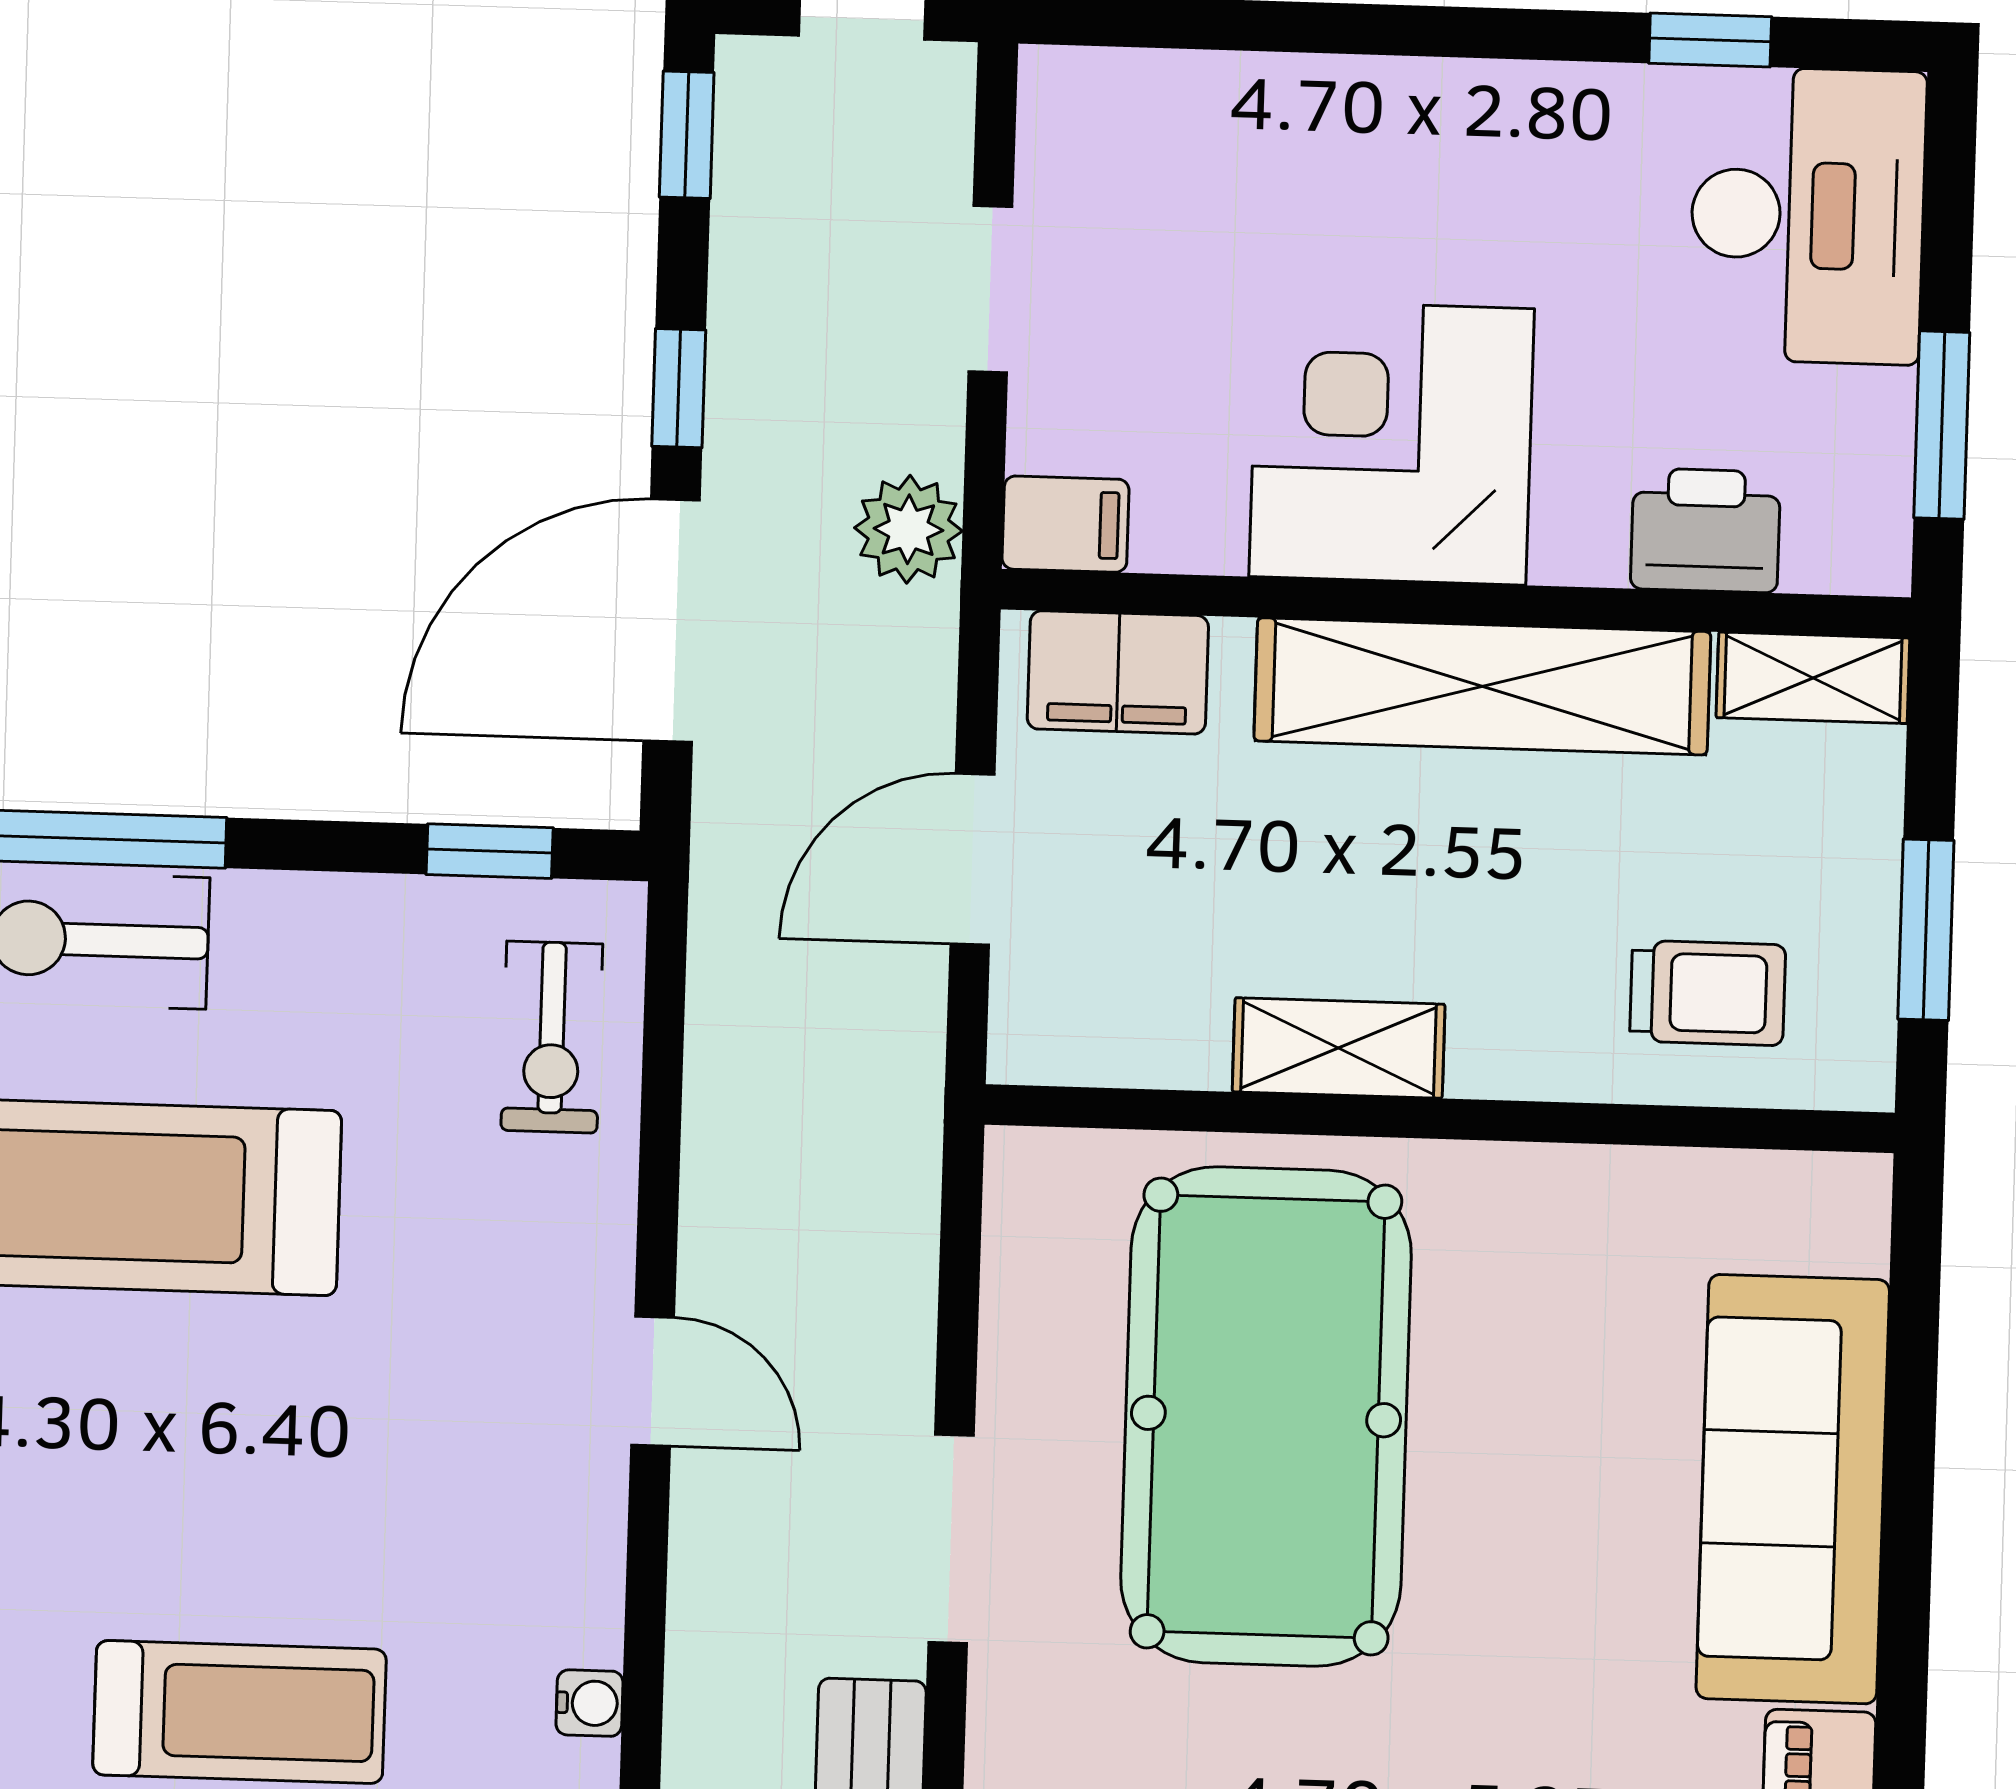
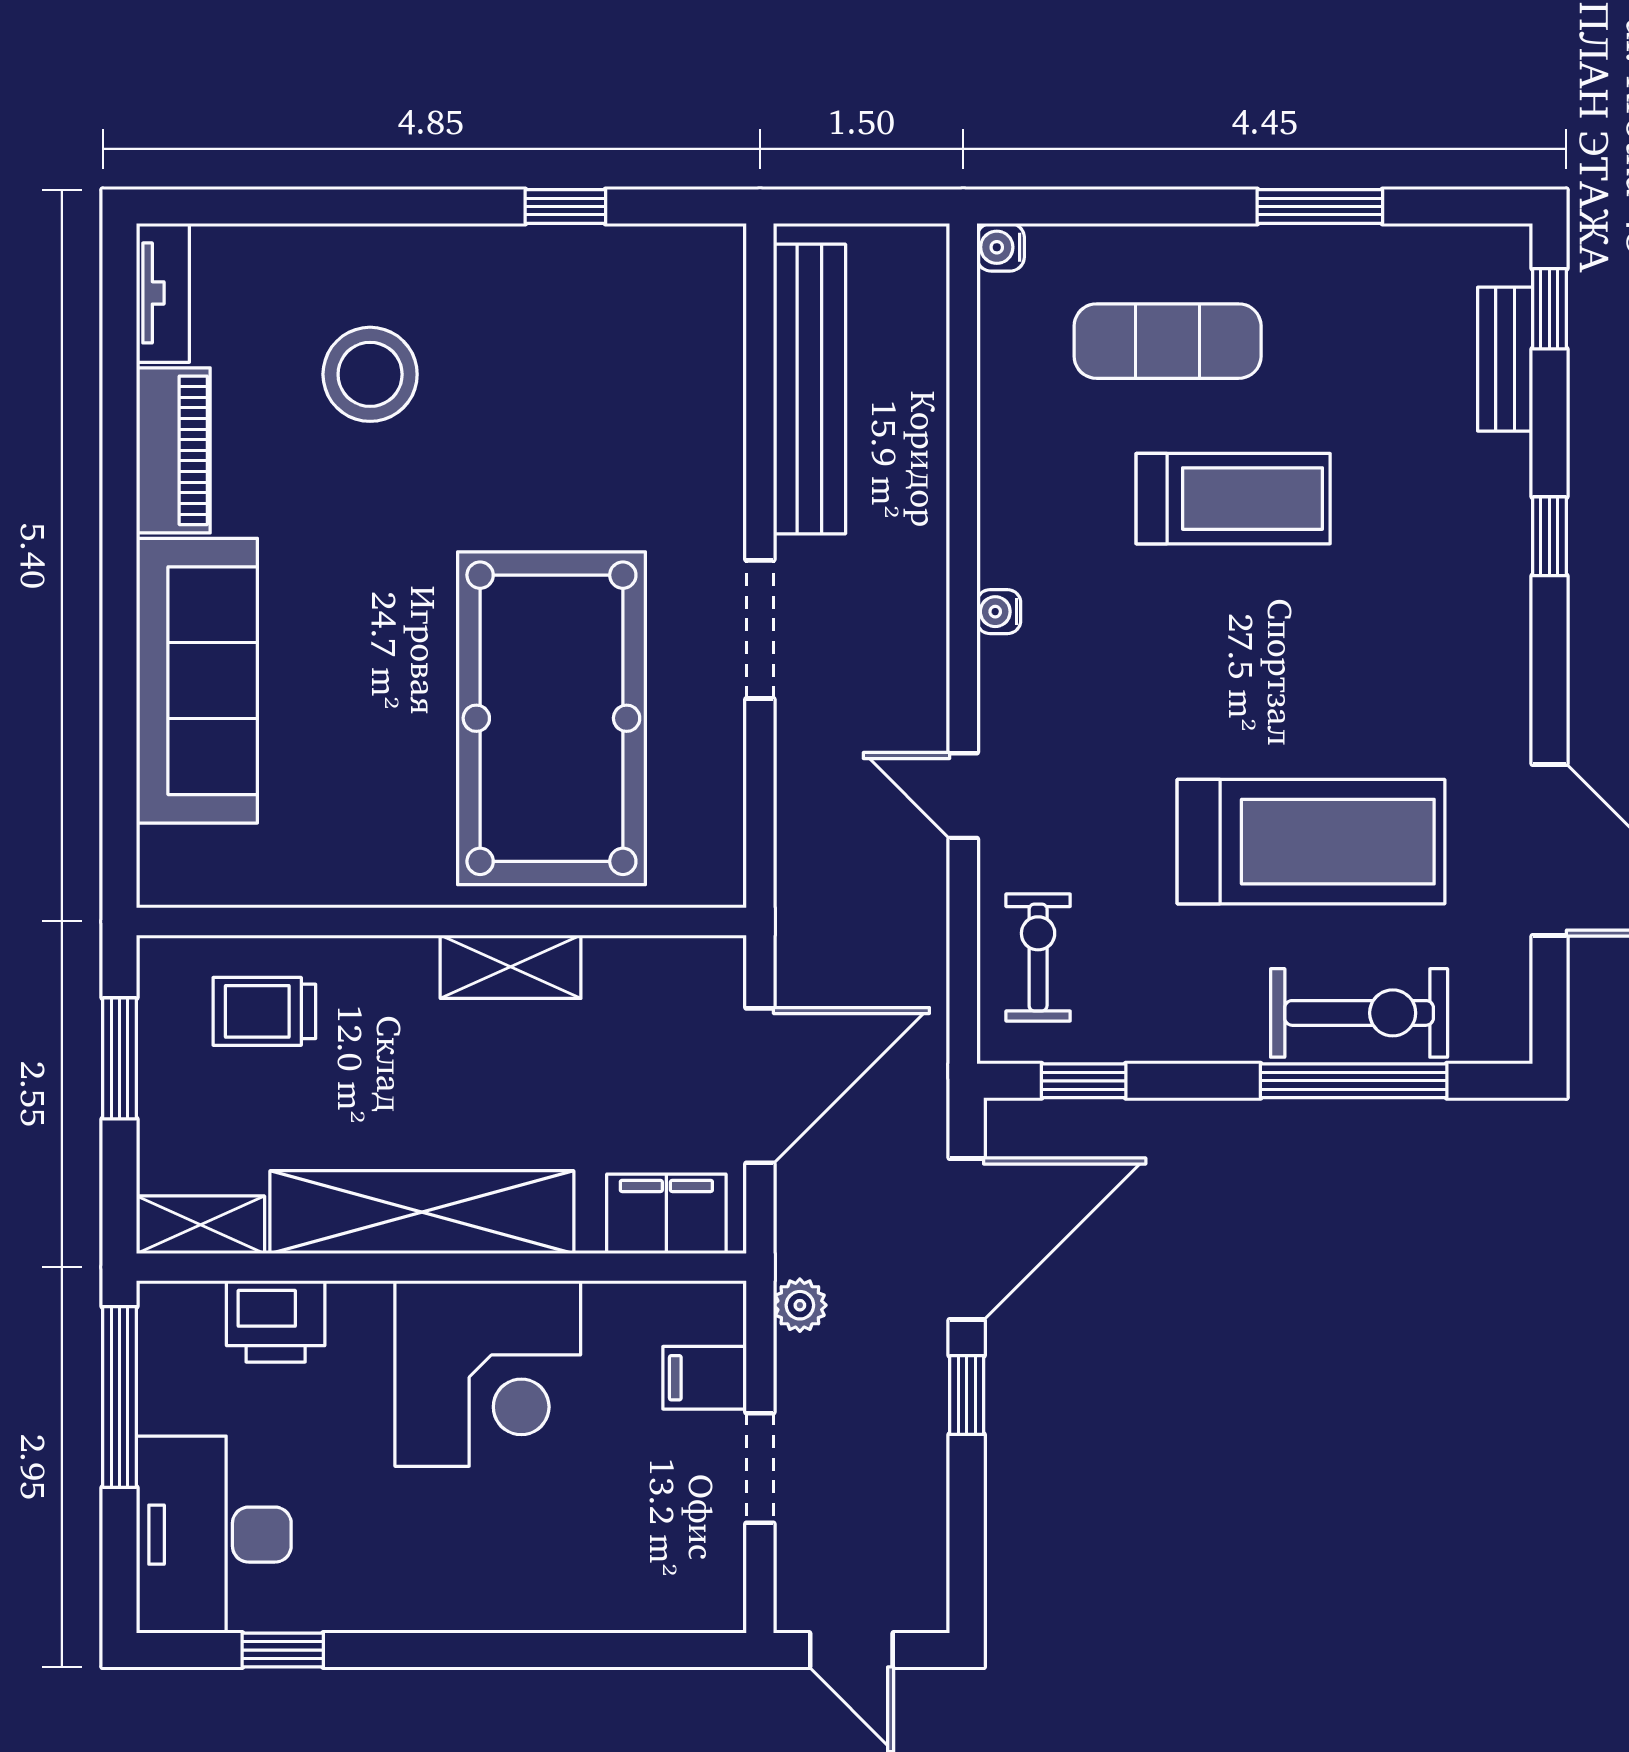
window: (687, 135) -> (967, 1565), removed
window: (1942, 425) -> (119, 1397), width x1.44
filing cabinet: (1066, 524) -> (705, 1378), moved
plant: (908, 529) -> (800, 1305), width x0.73, depth x0.73
door: (972, 859) -> (760, 1086), width x1.36
door: (653, 1381) -> (963, 796), moved
water cooler: (590, 1703) -> (999, 612), moved
treadmill: (240, 1712) -> (1233, 499), turned 180

